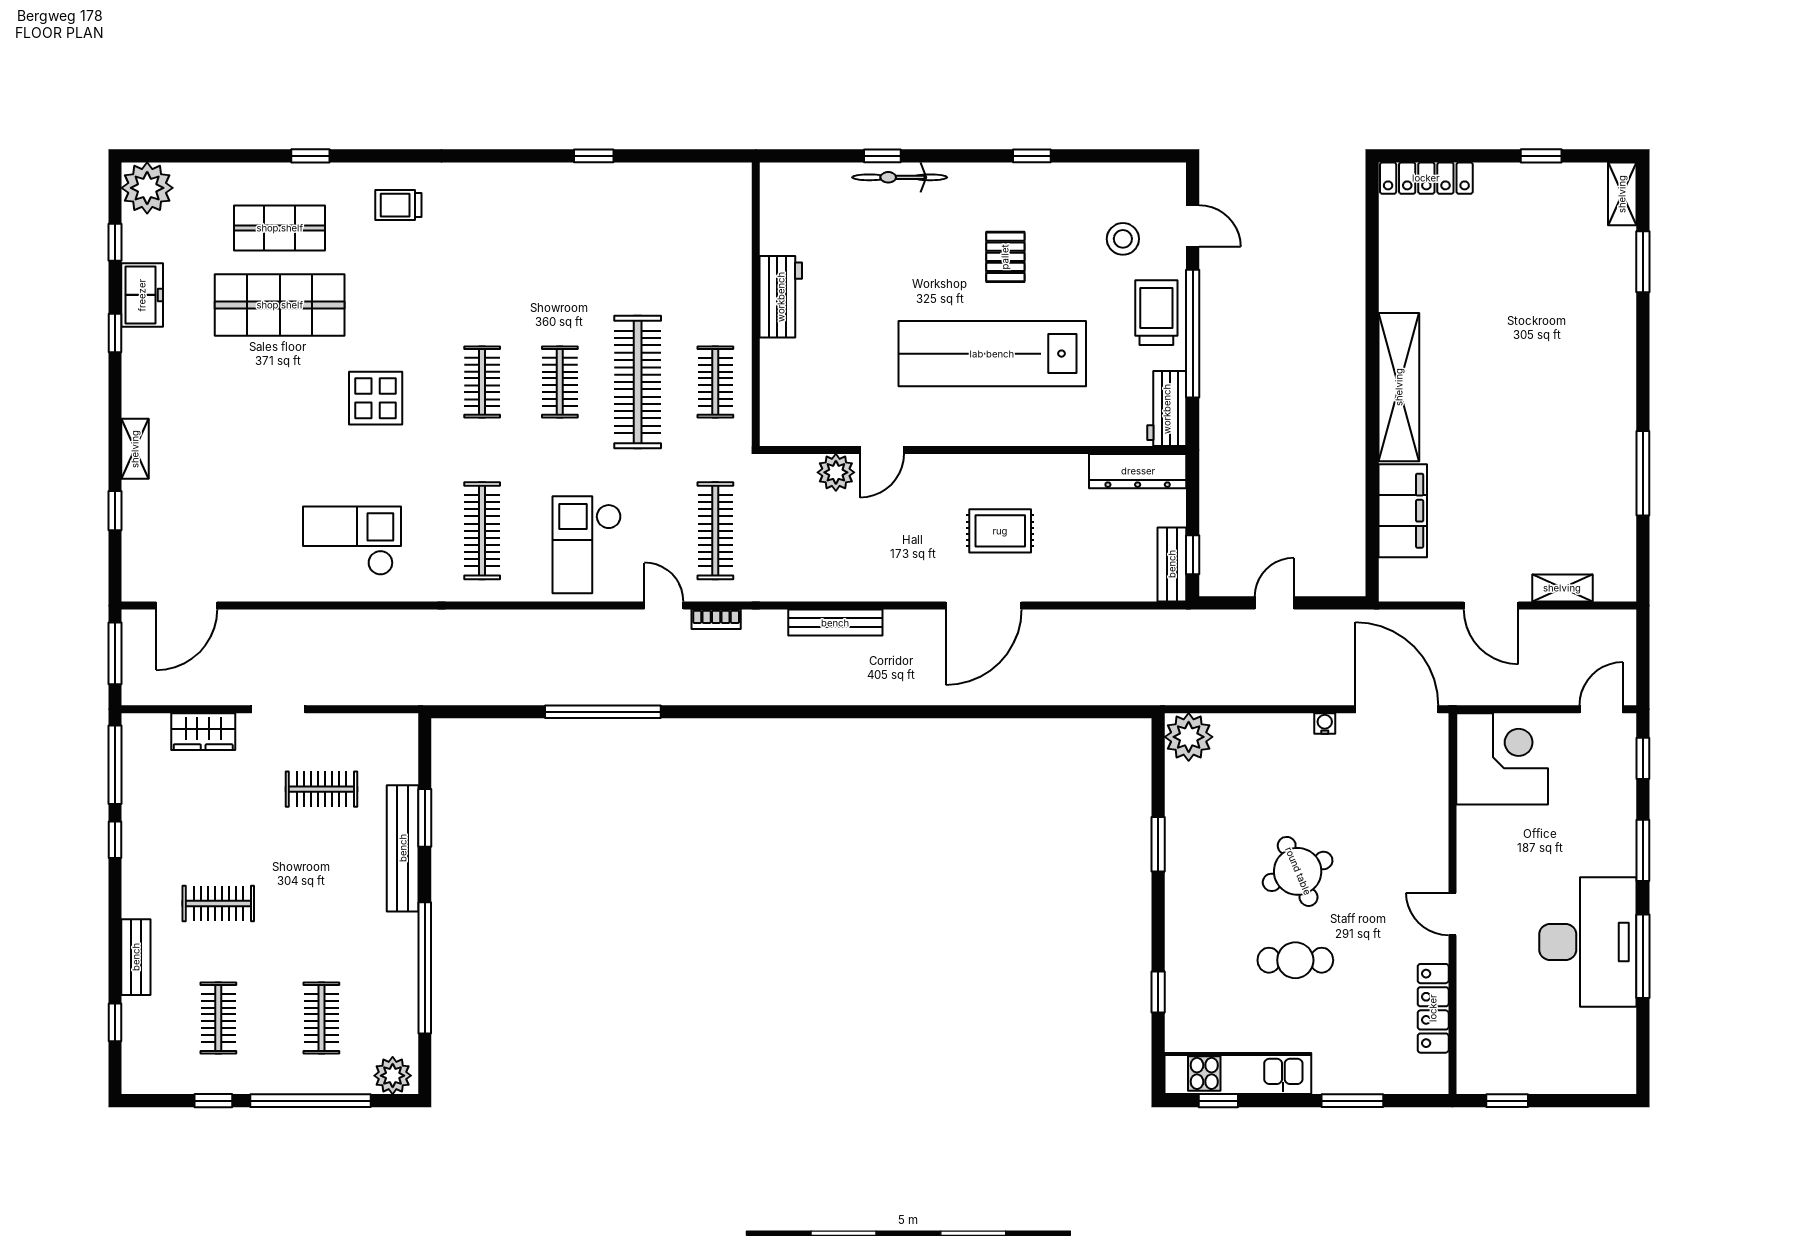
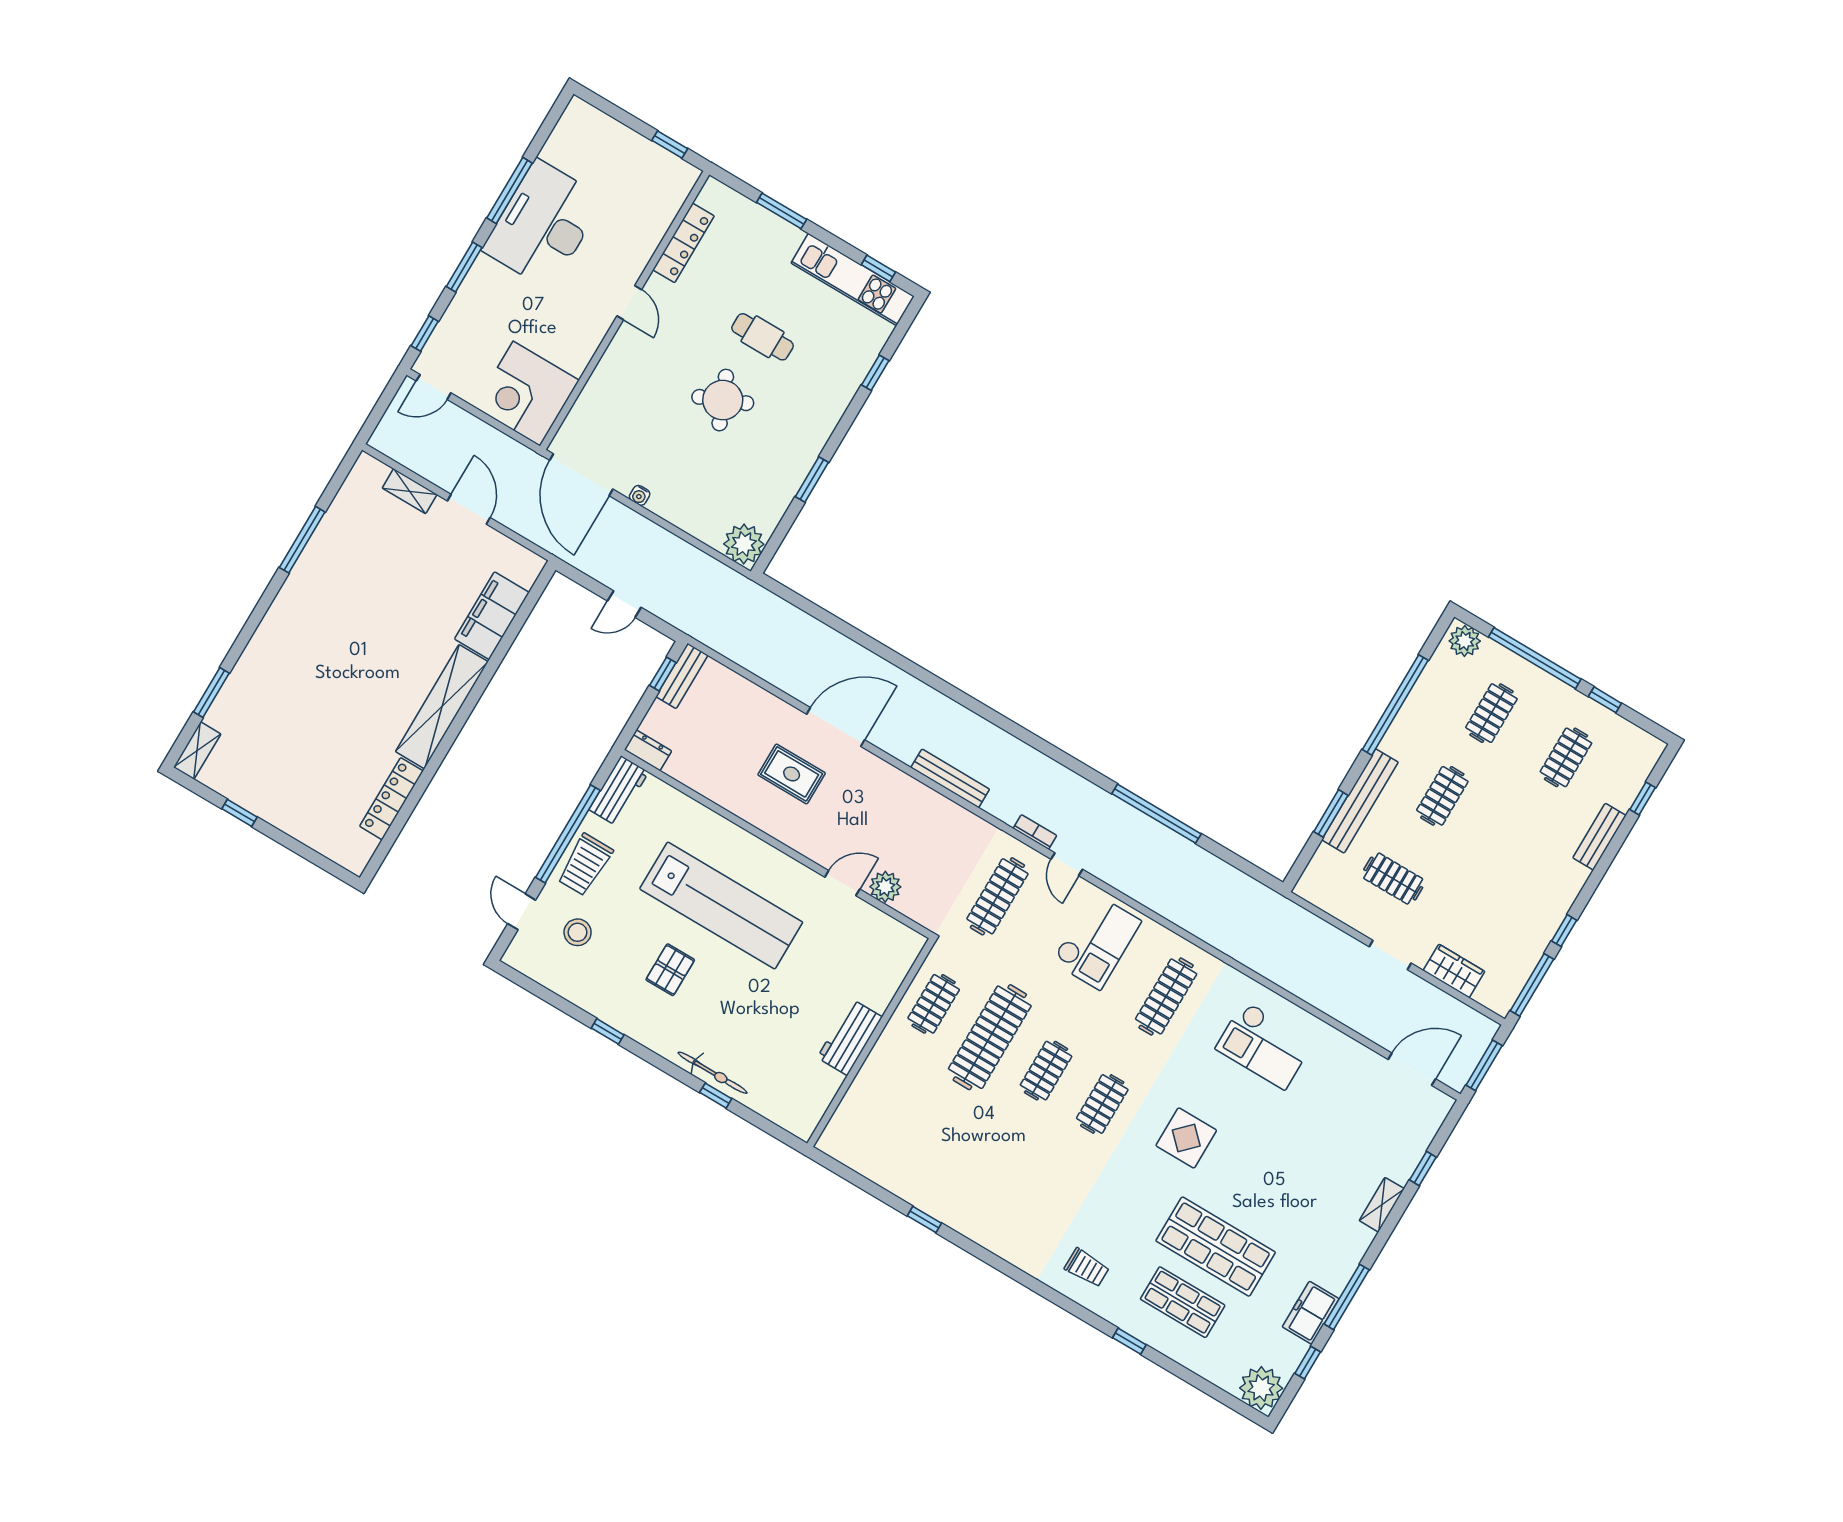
locker: (1426, 178) -> (391, 799), moved, turned -90
window: (115, 333) -> (1347, 1297), width x2.17
dresser: (1138, 471) -> (648, 750), width x0.51, depth x0.80
clothes rail: (218, 904) -> (1442, 796), moved, turned 90

